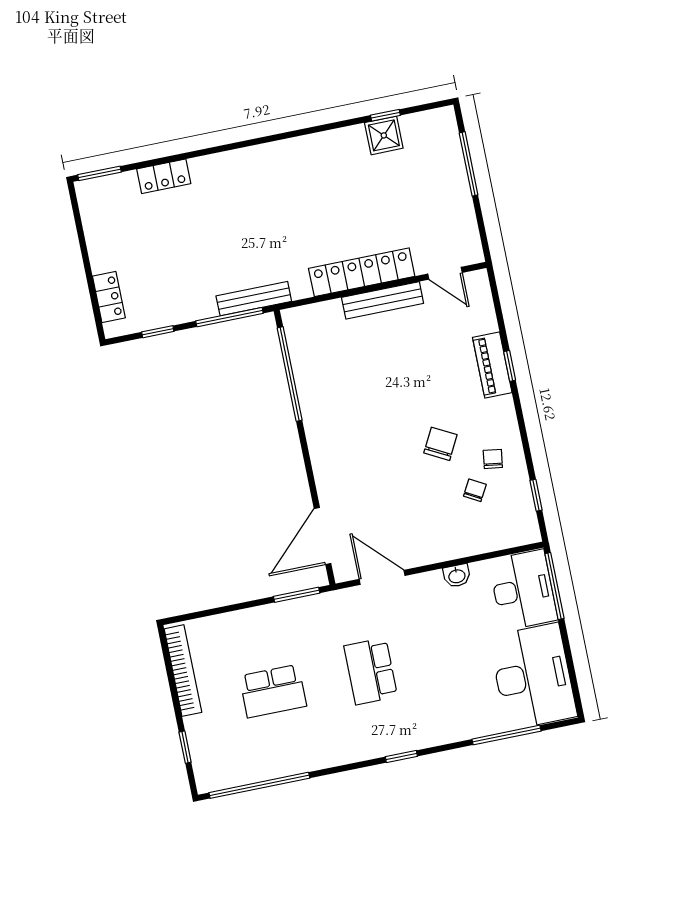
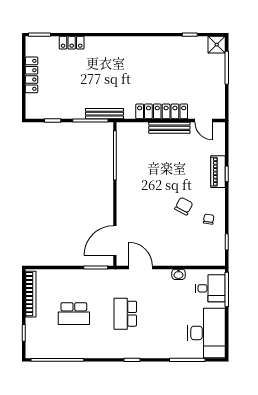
shower: (384, 135) -> (217, 45), moved
locker: (109, 297) -> (32, 75), moved, width x1.53
chair: (475, 490) -> (196, 233), removed
desk: (523, 590) -> (210, 288), width x0.73

